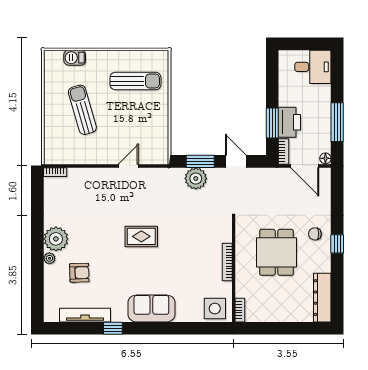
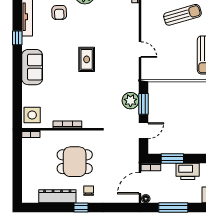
printer: (289, 122) -> (188, 171), moved
dresser: (322, 298) -> (57, 196), moved

